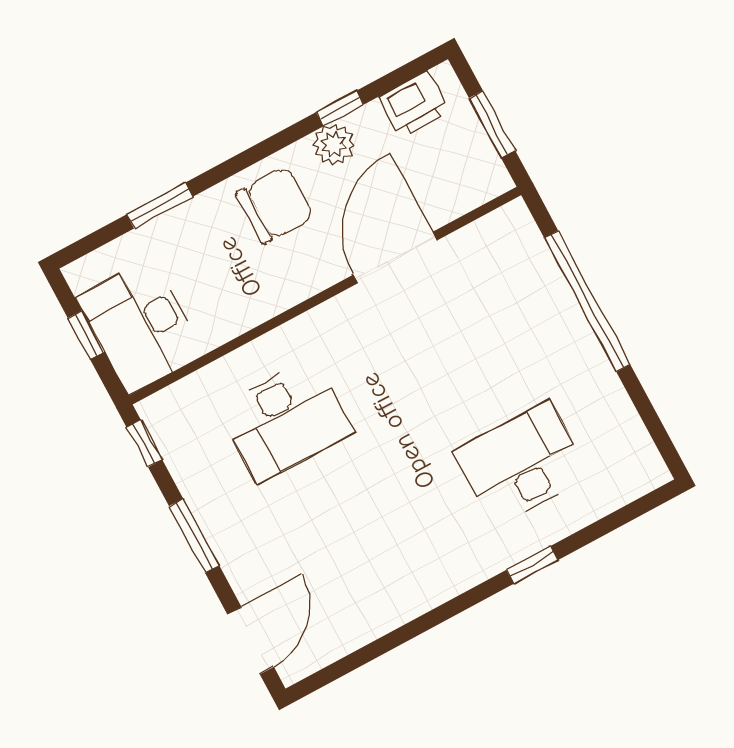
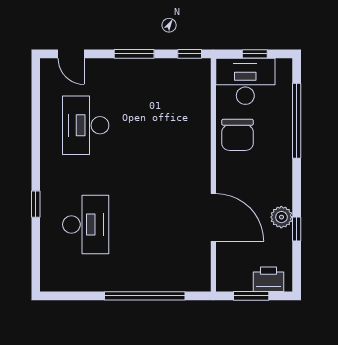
printer: (414, 104) -> (268, 279), moved, turned 90
window: (160, 205) -> (297, 121), width x2.11
chair: (275, 205) -> (238, 135), moved
desk: (285, 420) -> (86, 125), moved
door: (251, 641) -> (71, 54), width x0.73

